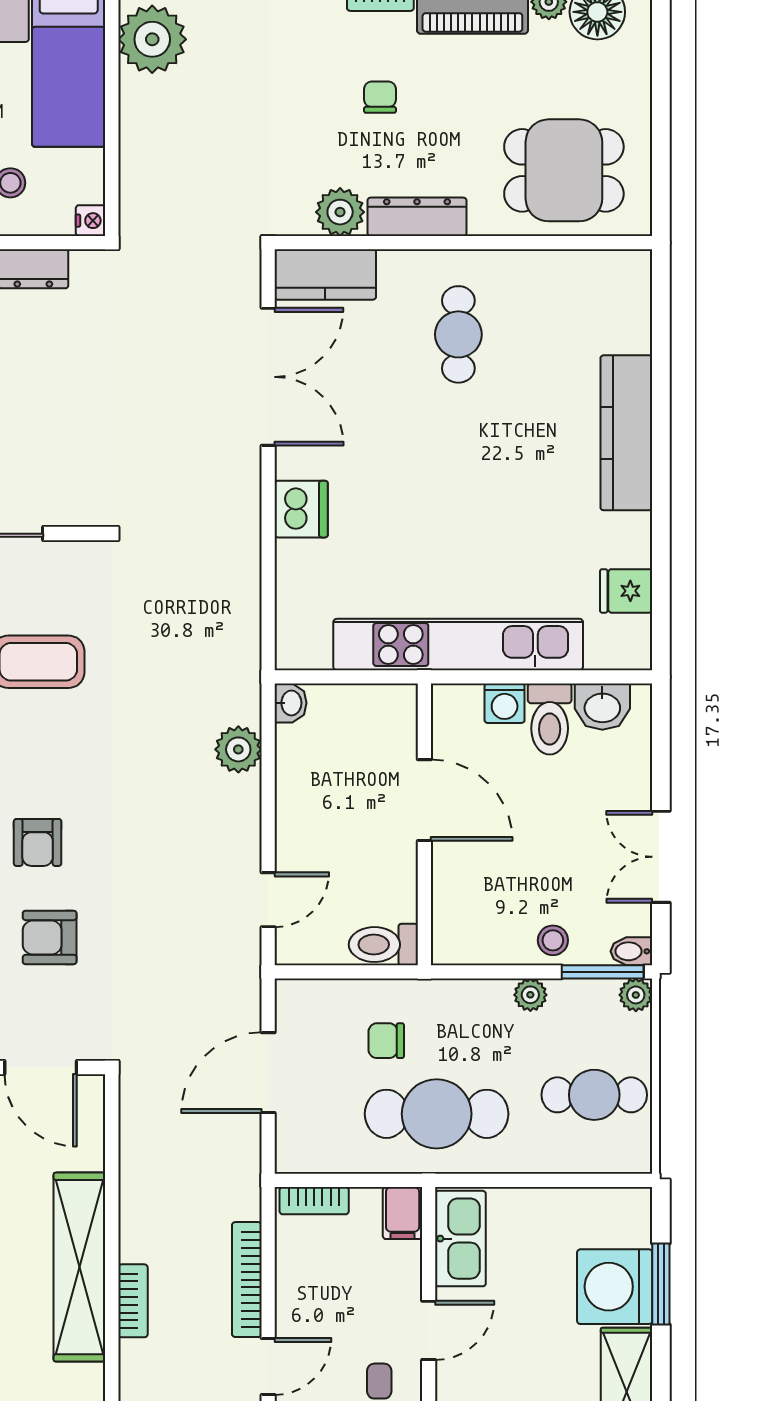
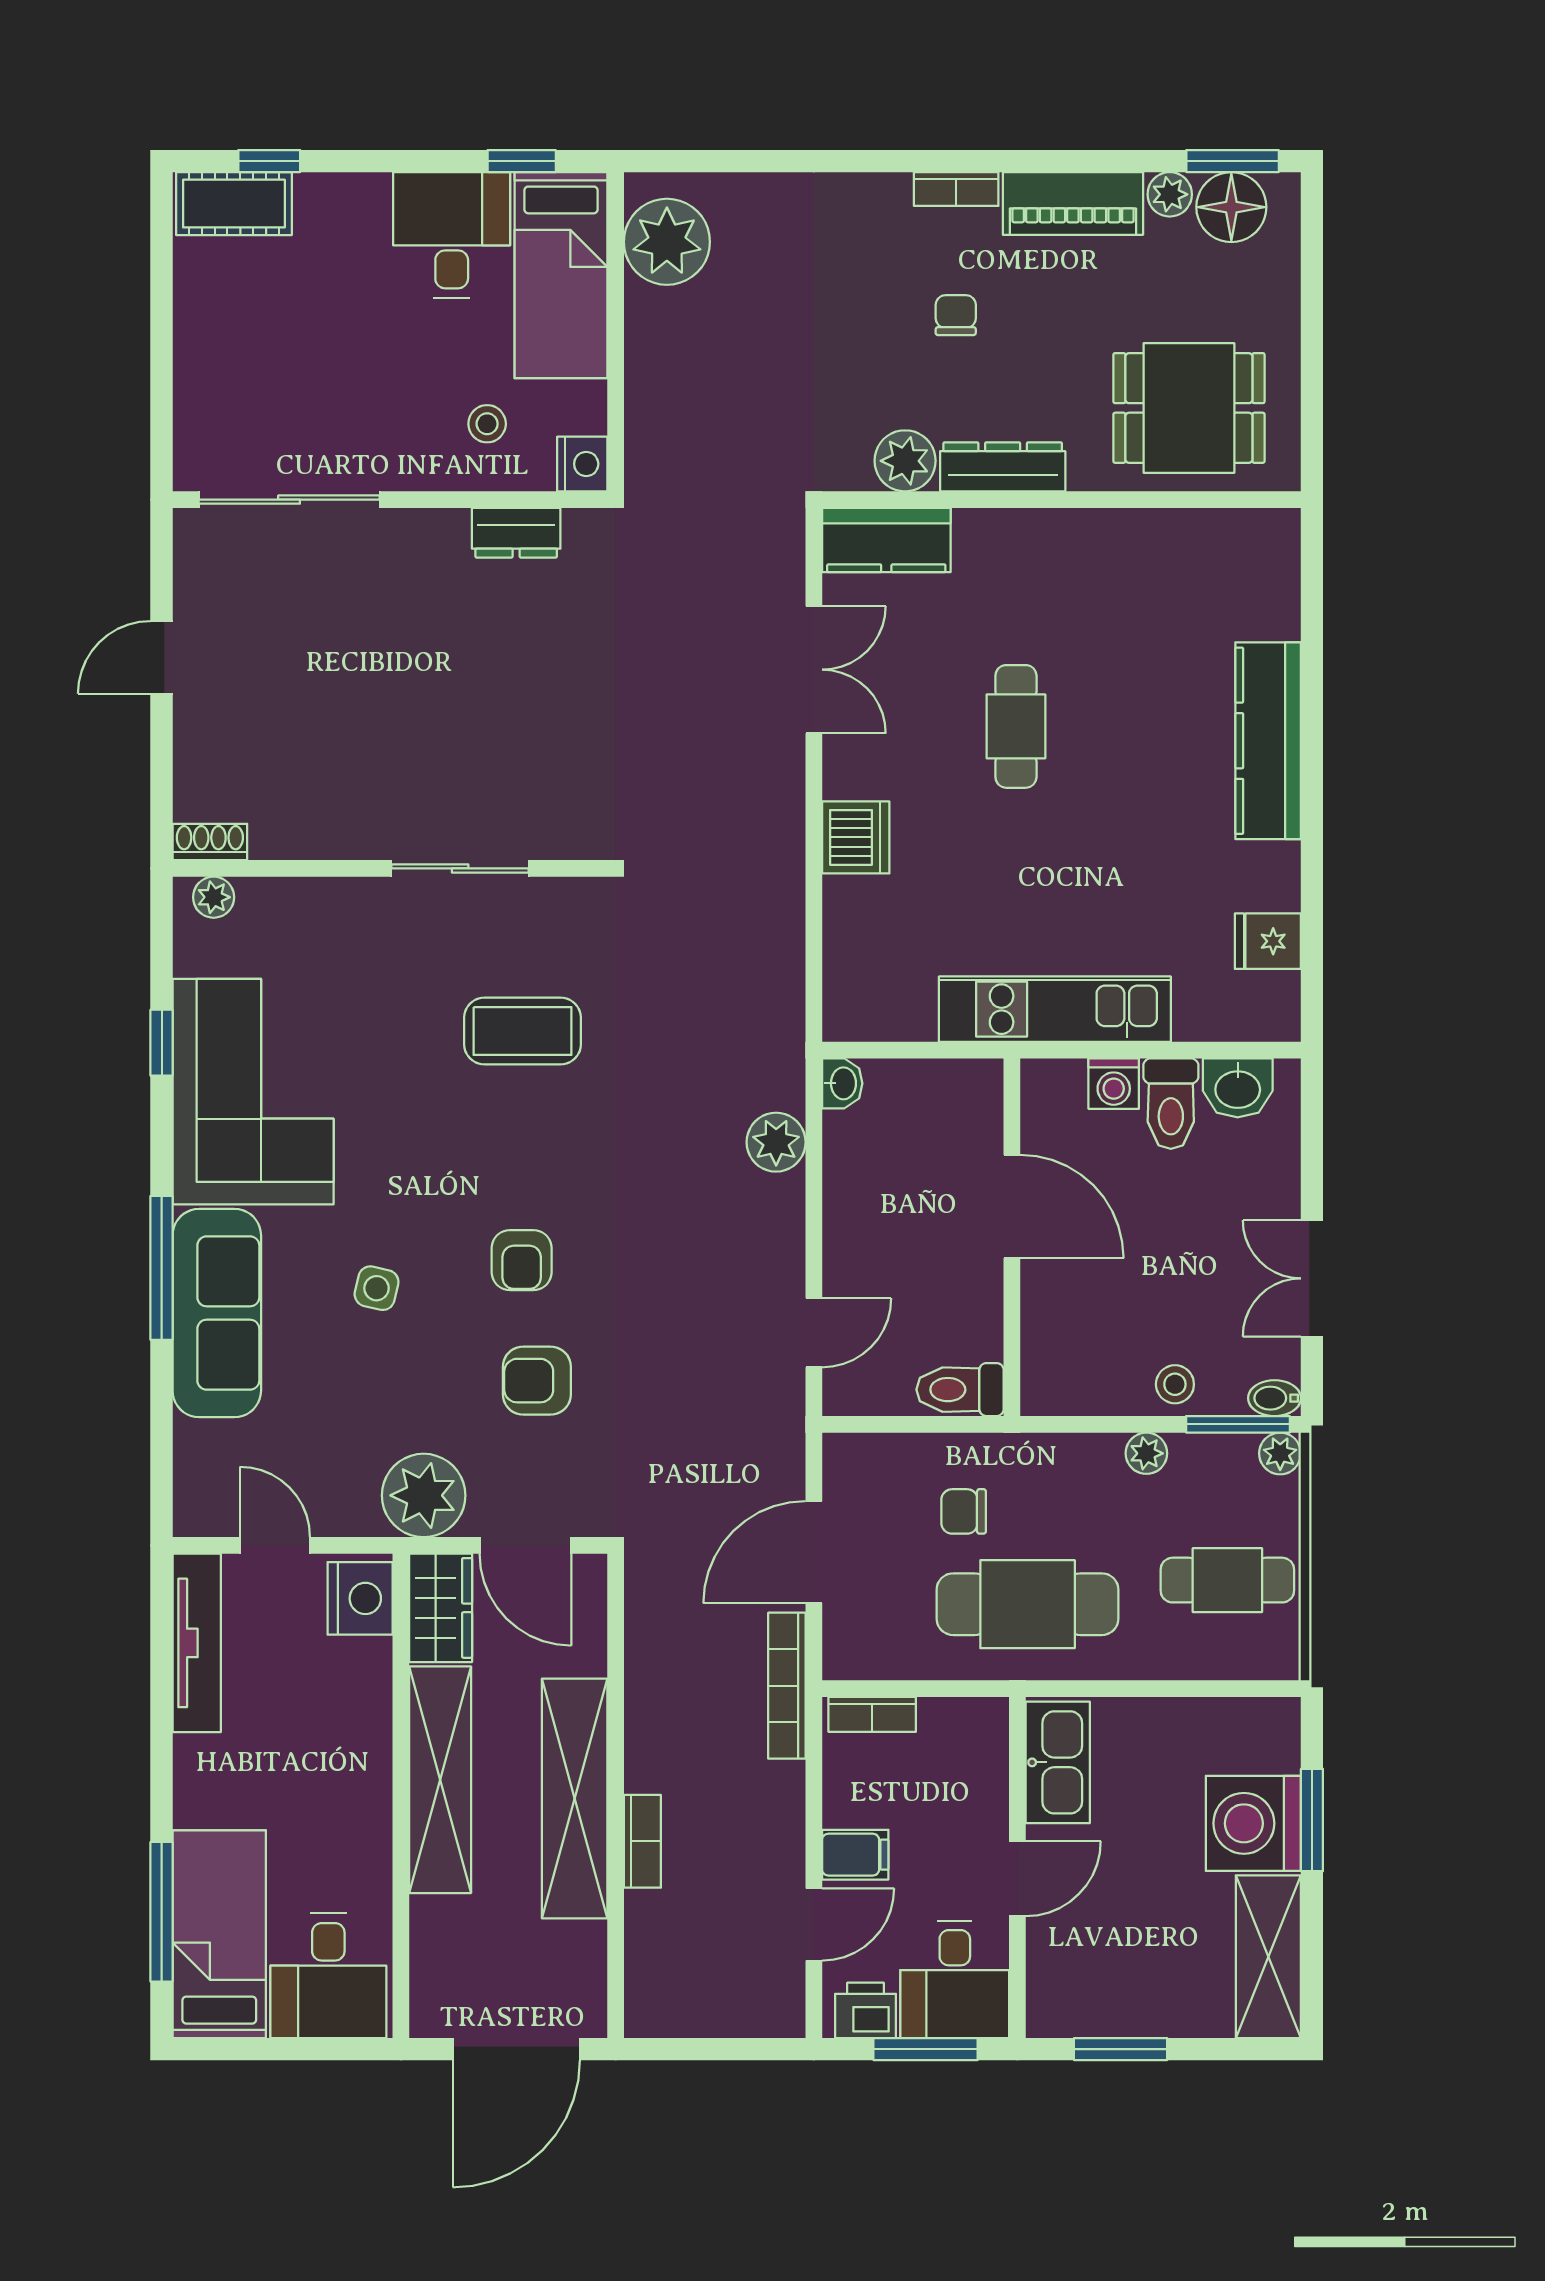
nightstand: (91, 221) -> (582, 464), width x1.39, depth x1.35
cafe table: (458, 334) -> (1016, 726), moved
double door: (268, 377) -> (814, 670), width x0.73
kitchen unit: (458, 644) -> (1055, 1009), width x0.73
filing cabinet: (403, 1213) -> (855, 1855), moved, turned -90
bookcase: (247, 1280) -> (787, 1686), moved

